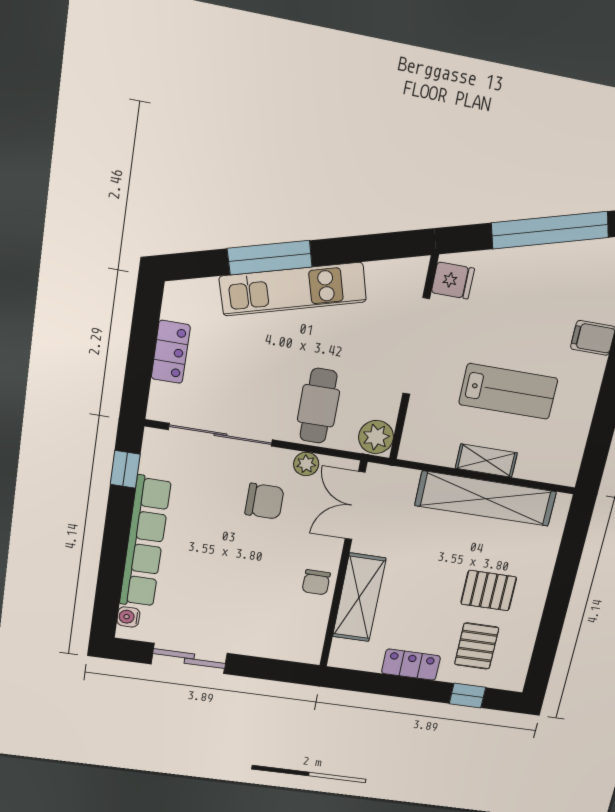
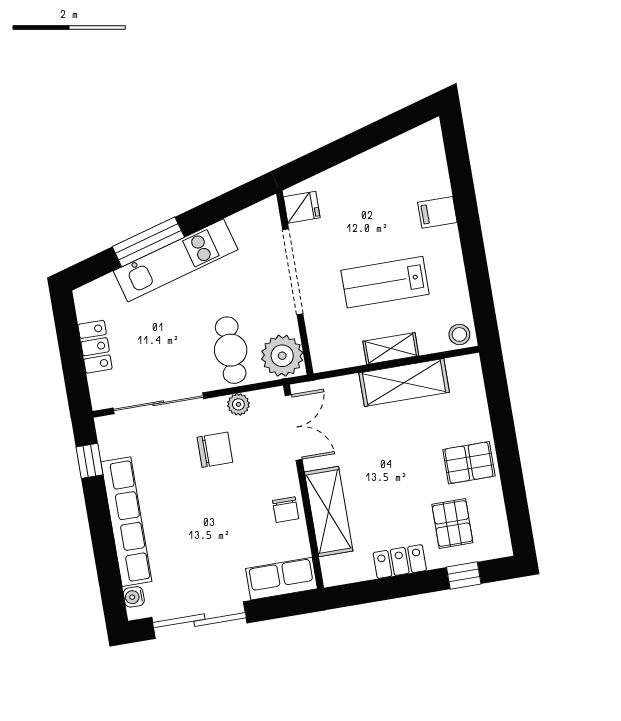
window: (550, 230) -> (364, 139), removed
lab bench: (508, 391) -> (385, 282), turned 180
plant: (376, 437) -> (282, 356), width x1.36, depth x1.36
stool: (561, 470) -> (459, 334), added
shelving: (486, 499) -> (404, 383), width x0.68
double door: (355, 506) -> (294, 428), swing flipped
pallet: (489, 591) -> (469, 463), moved
row of seats: (287, 645) -> (281, 579), added
sliding door: (189, 659) -> (199, 620), width x1.37

